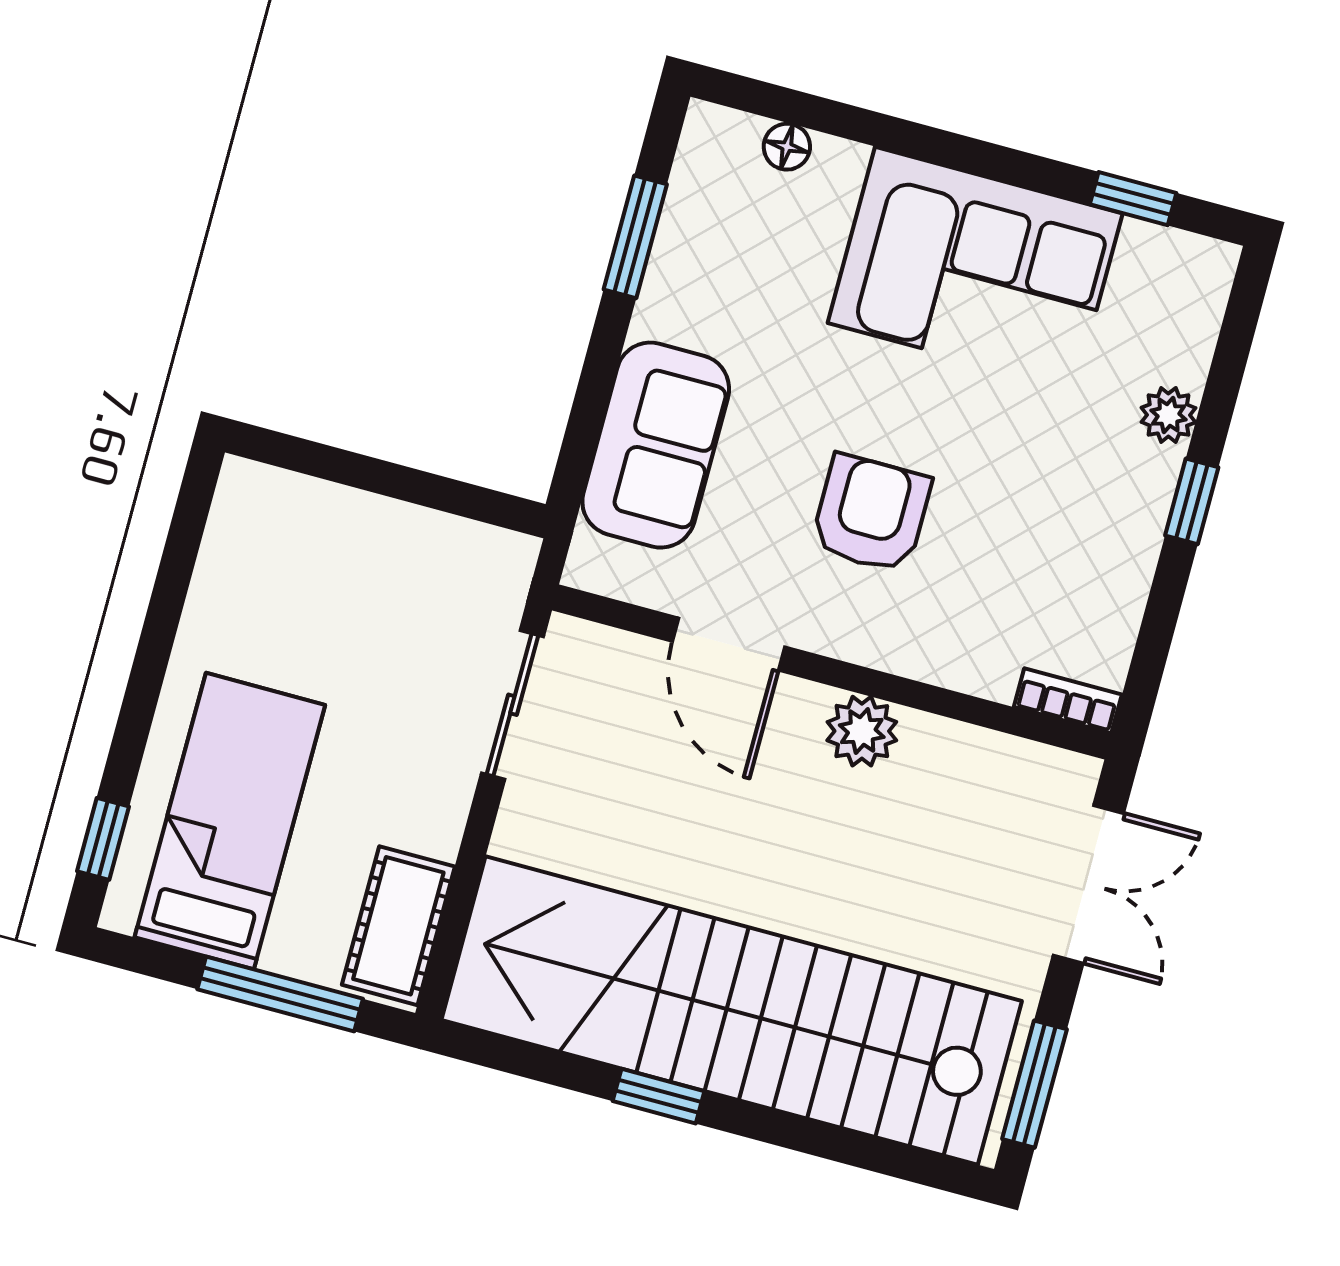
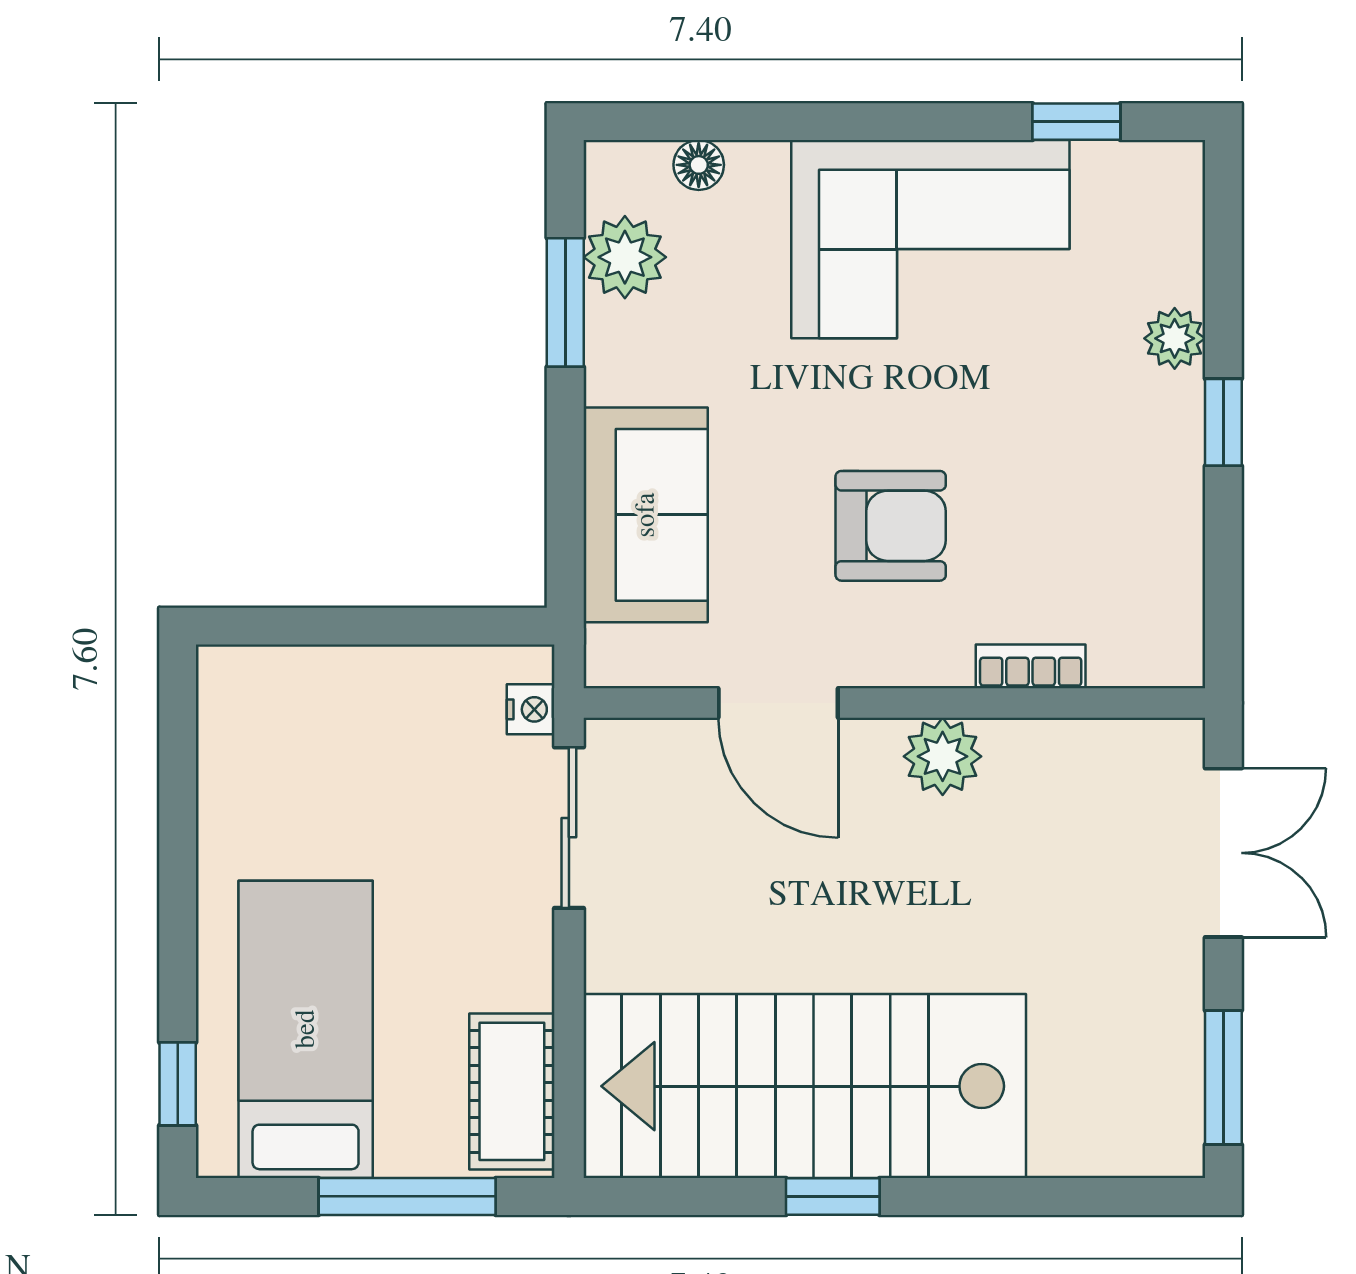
plant: (699, 211) -> (625, 257), added
armchair: (871, 514) -> (891, 526), turned 90
nightstand: (507, 590) -> (531, 709), added
bookcase: (1068, 701) -> (1031, 666), moved
stairs: (732, 1010) -> (805, 1086), width x0.73

